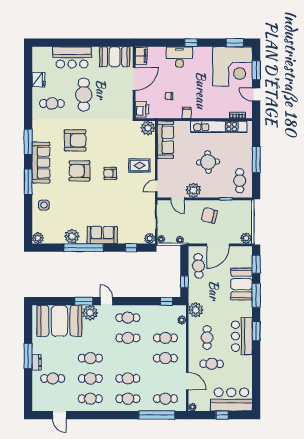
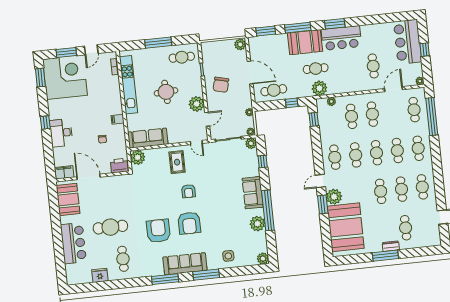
booth: (242, 284) -> (305, 42), moved
cafe table: (207, 338) -> (316, 69), moved
cafe table: (128, 358) -> (376, 153), added

